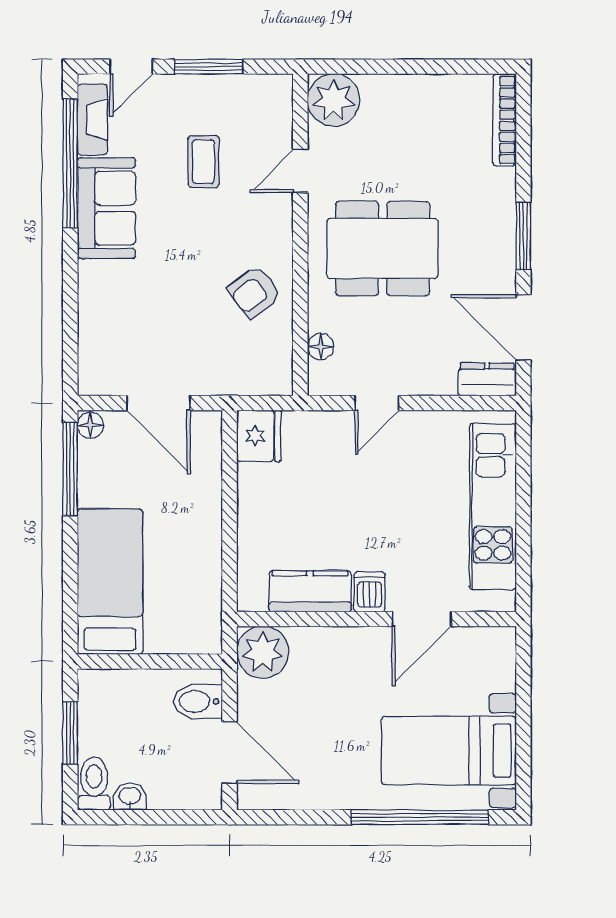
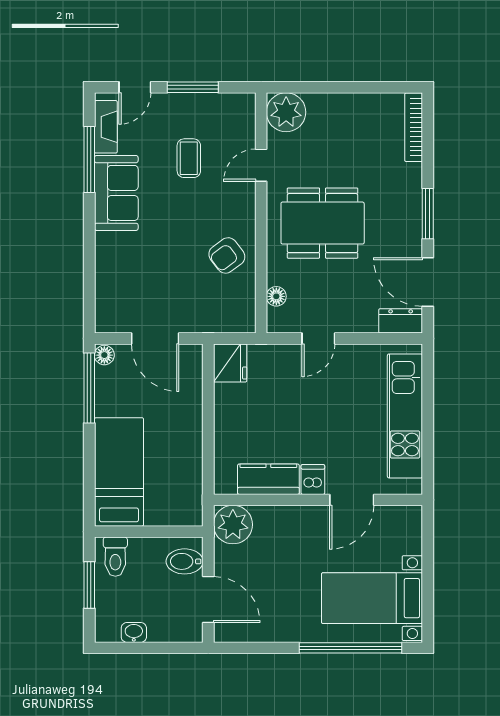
window: (70, 163) -> (89, 160), width x0.68
toilet: (94, 784) -> (115, 557), moved, turned 180

